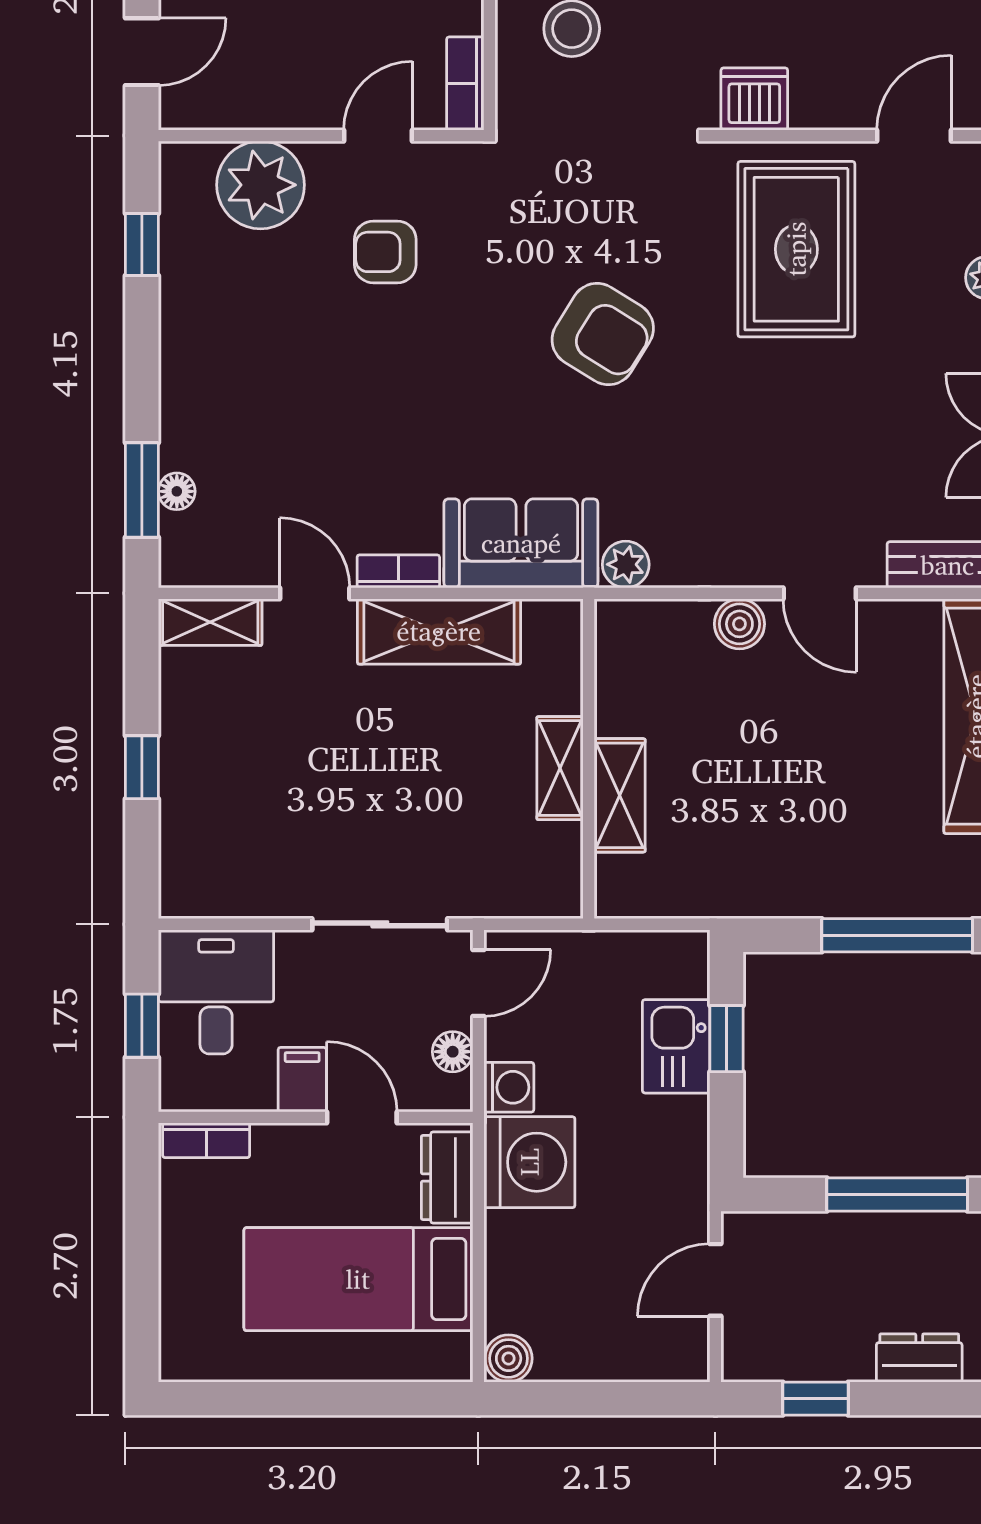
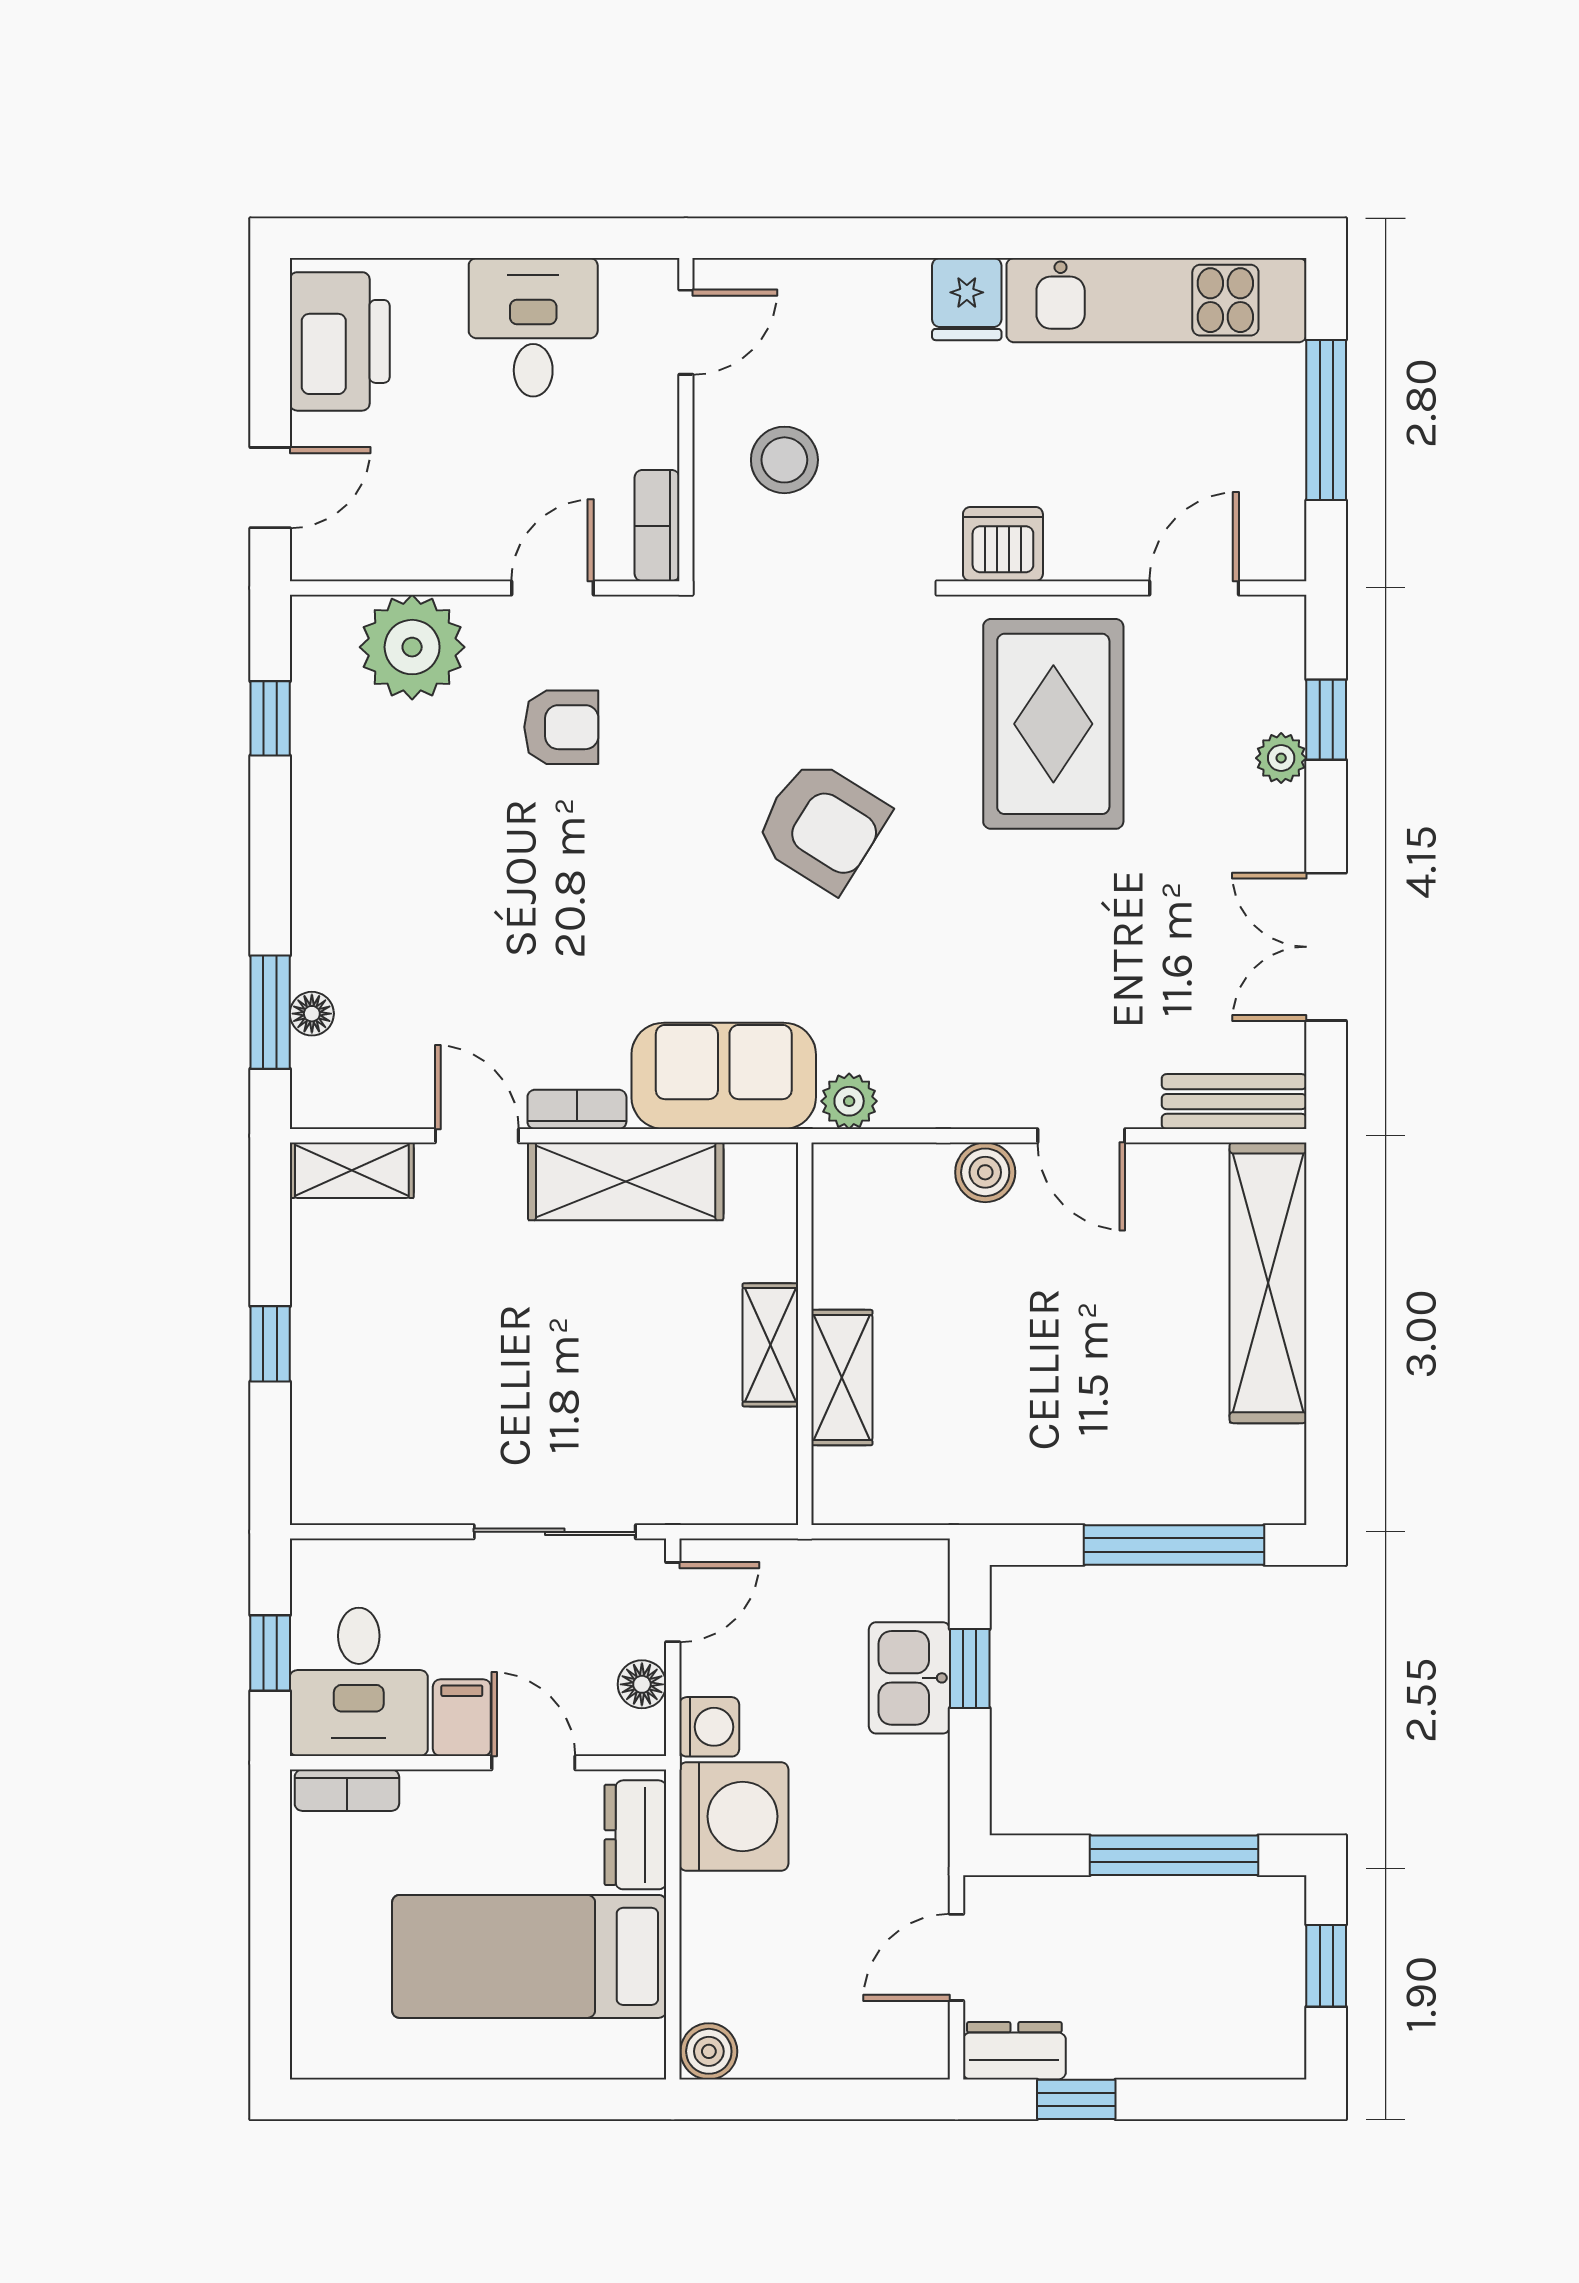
armchair: (385, 252) -> (561, 727), turned 180
desk: (216, 992) -> (359, 1682), moved, turned 180
dresser: (919, 1358) -> (1014, 2051), moved

